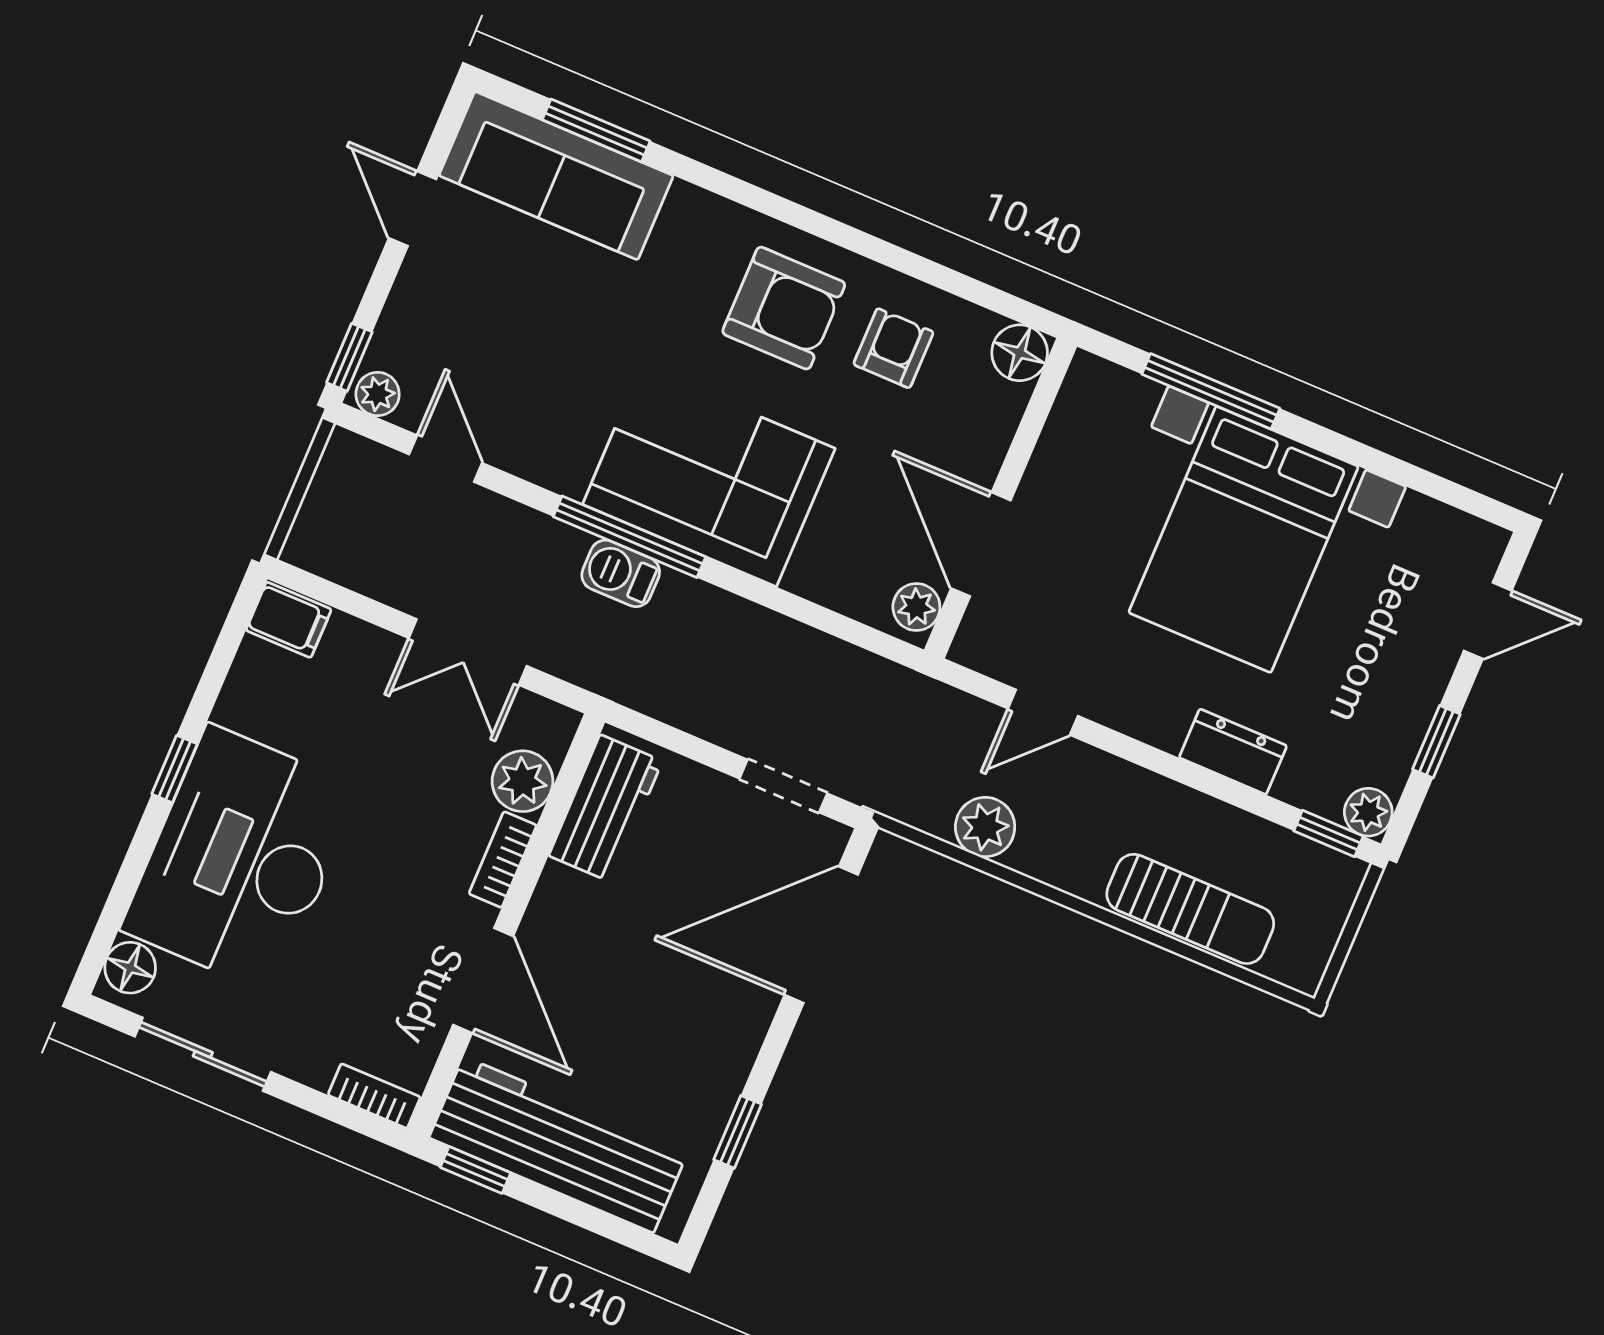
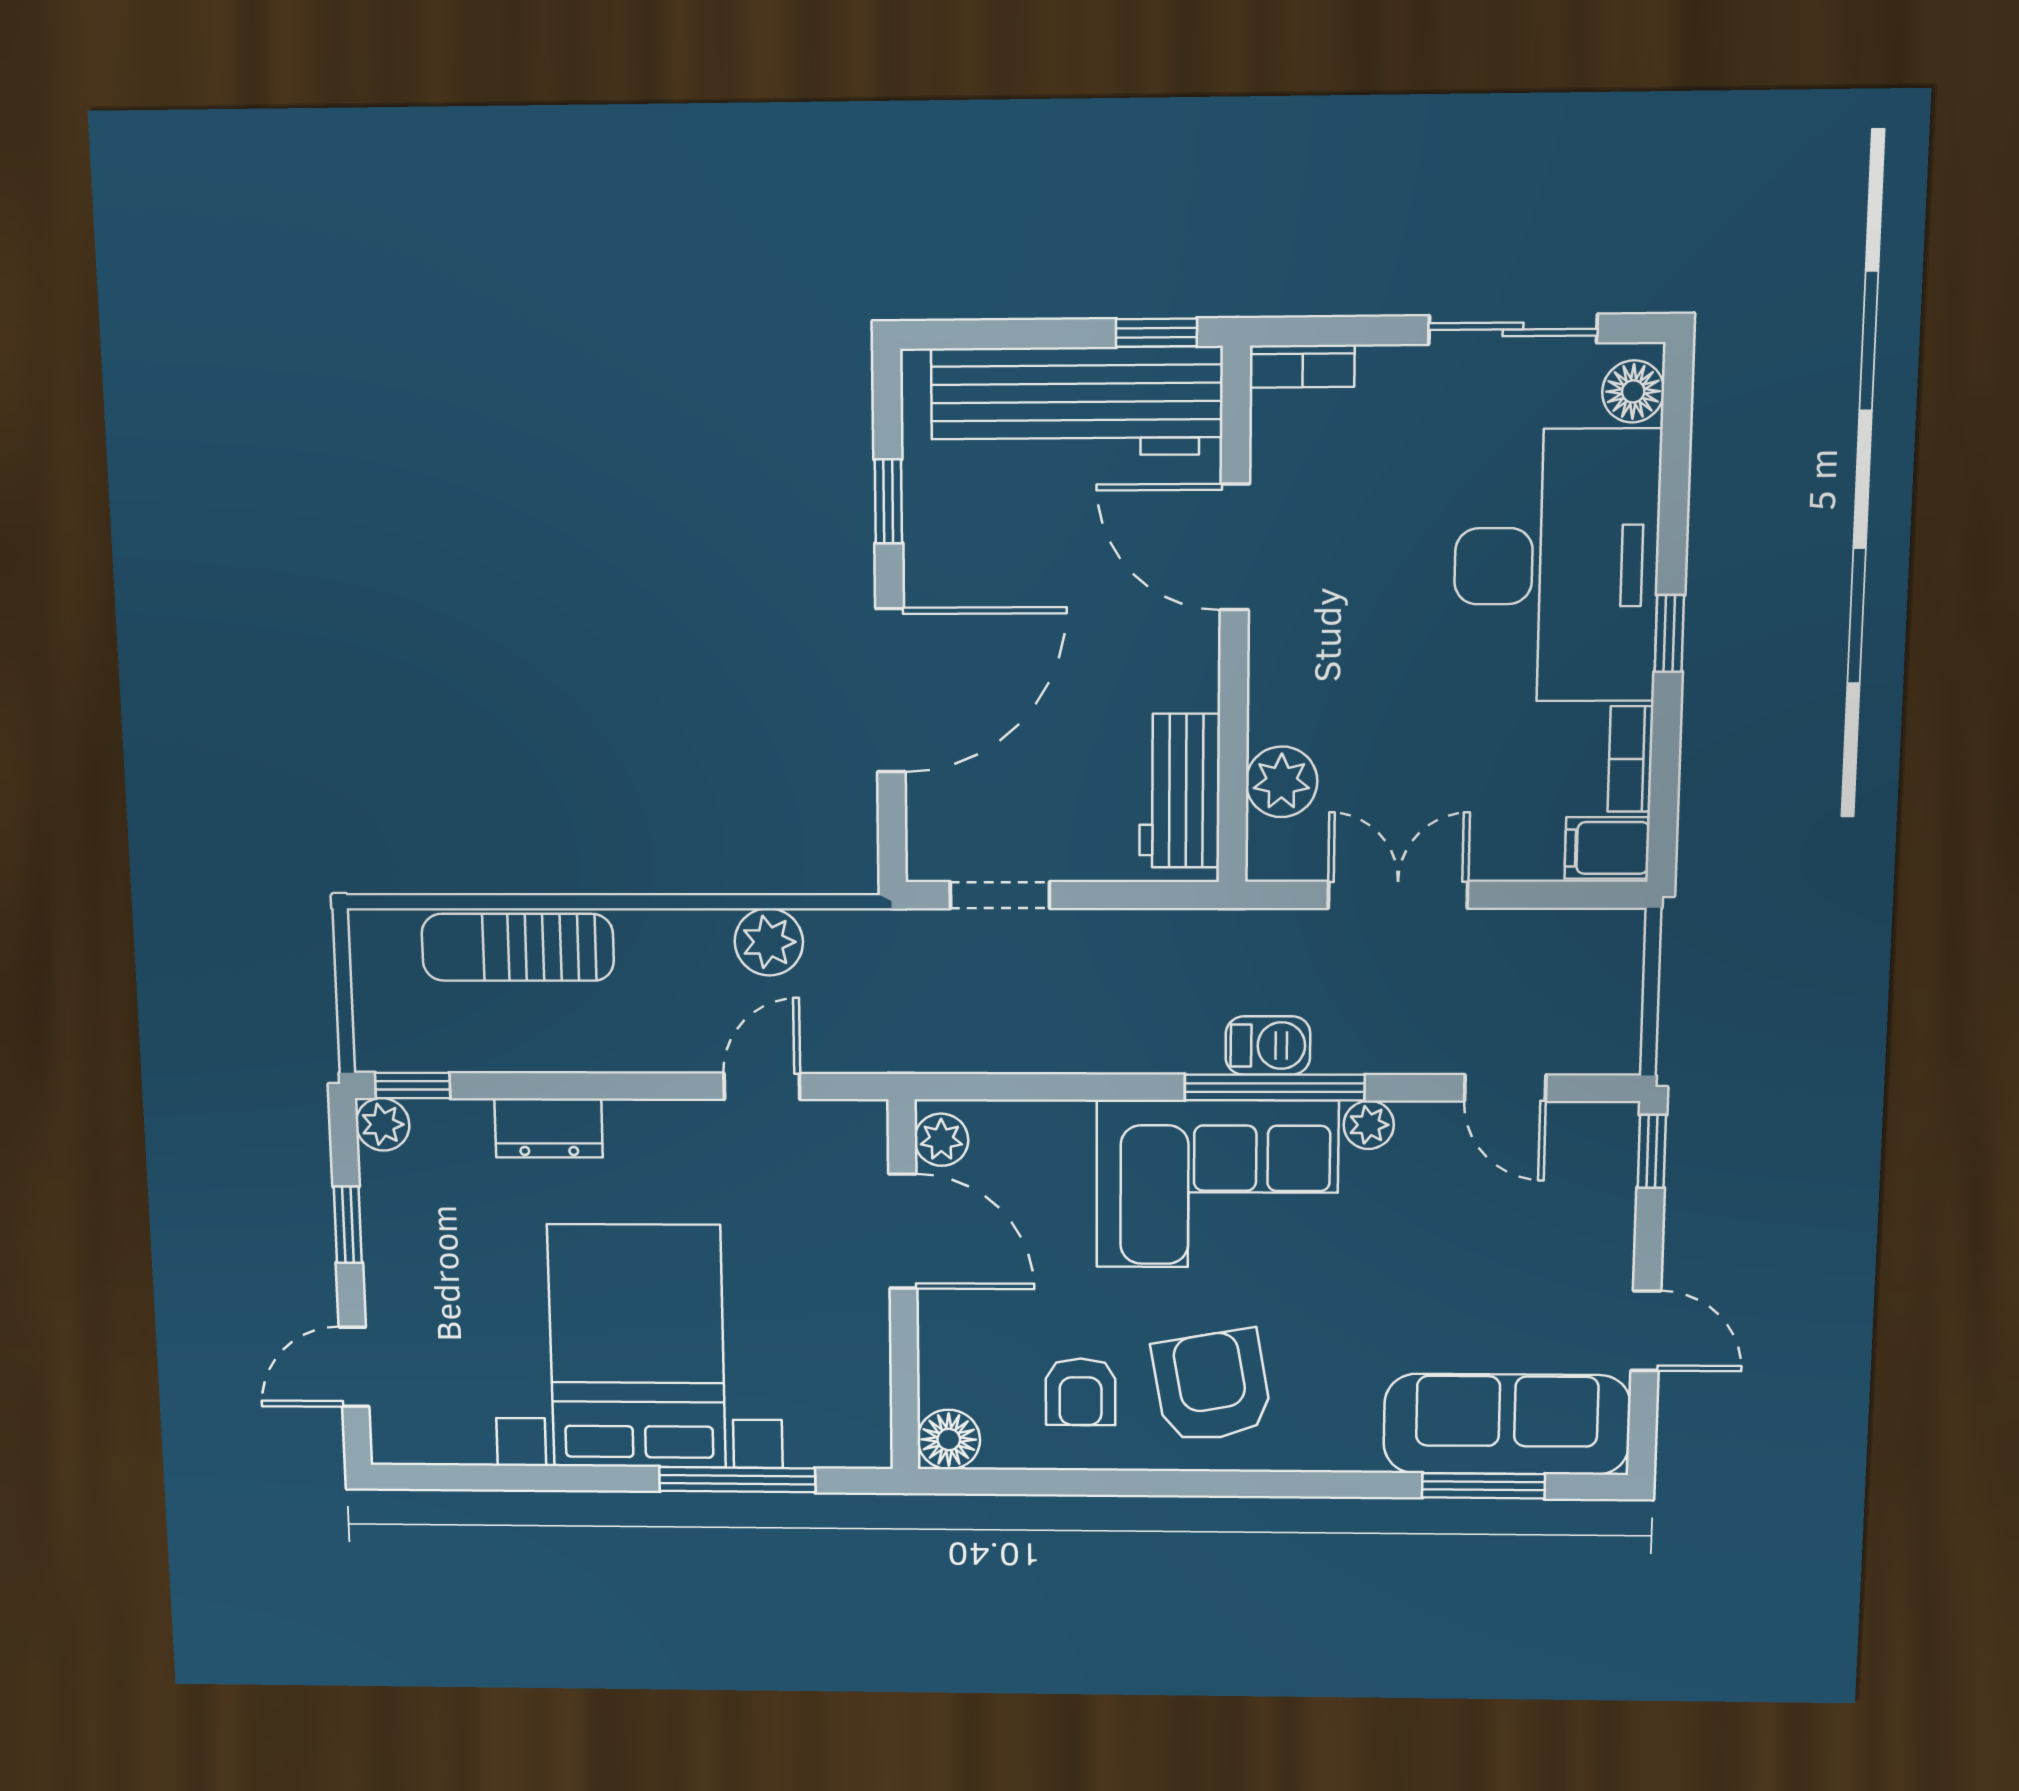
armchair: (784, 308) -> (1212, 1386), turned 80
plant: (378, 394) -> (1369, 1125), moved
bookcase: (503, 860) -> (1630, 759), moved, turned 180
door: (821, 935) -> (890, 690), moved

